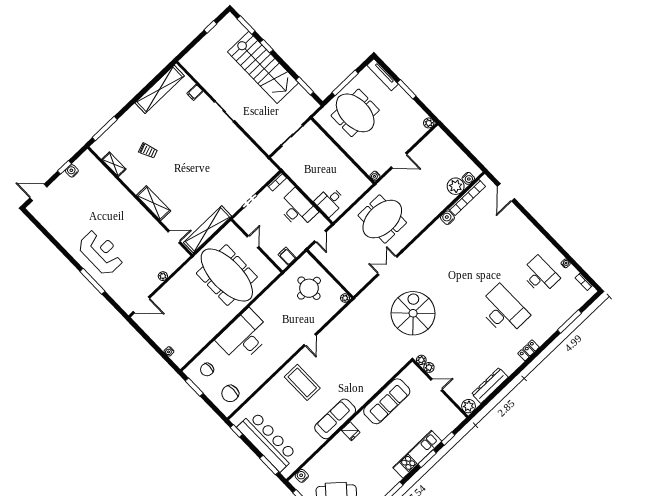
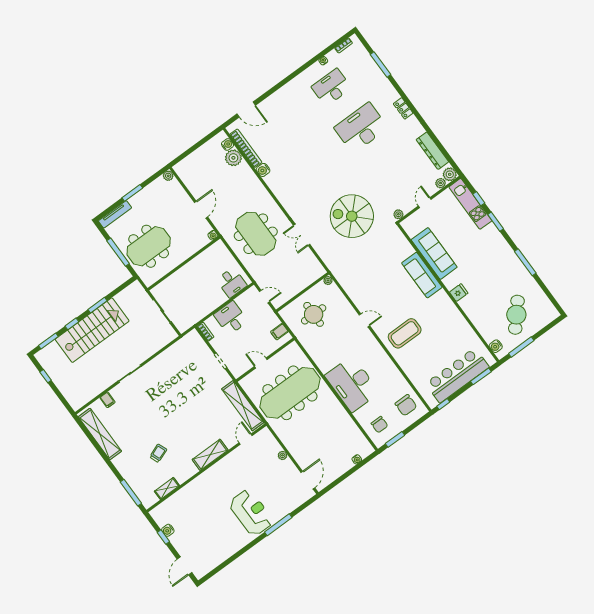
window: (305, 86) -> (97, 305), moved
desk: (297, 209) -> (231, 318), width x0.73
reception desk: (101, 252) -> (251, 513), turned 90
plant: (429, 367) -> (441, 183), moved
sofa: (335, 419) -> (422, 275), moved
kitchen unit: (417, 454) -> (470, 204), moved

